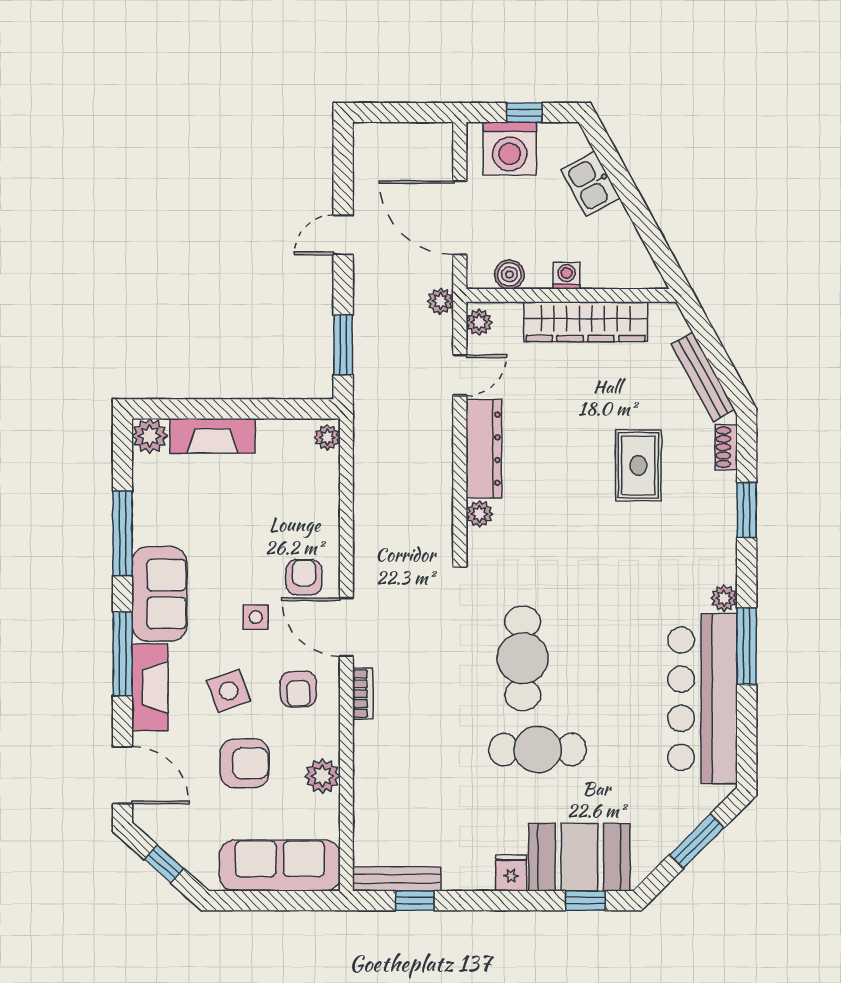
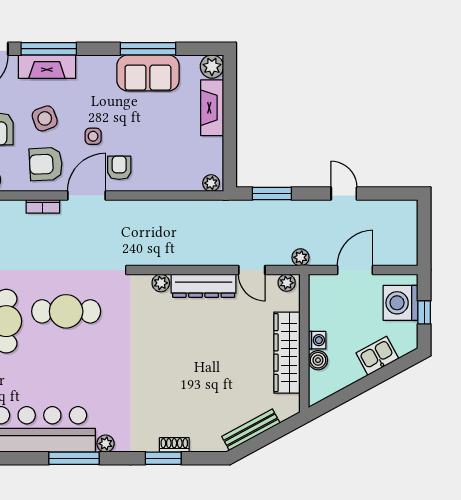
door: (460, 218) -> (355, 270), width x0.73
boiler: (509, 274) -> (318, 360), moved
shoe rack: (726, 447) -> (174, 445), moved
rug: (638, 465) -> (193, 387), removed
armchair: (304, 577) -> (119, 168), turned -90
sofa: (159, 594) -> (148, 73), moved
window: (123, 654) -> (49, 49), moved
armchair: (298, 689) -> (46, 164), width x1.38, depth x1.38

